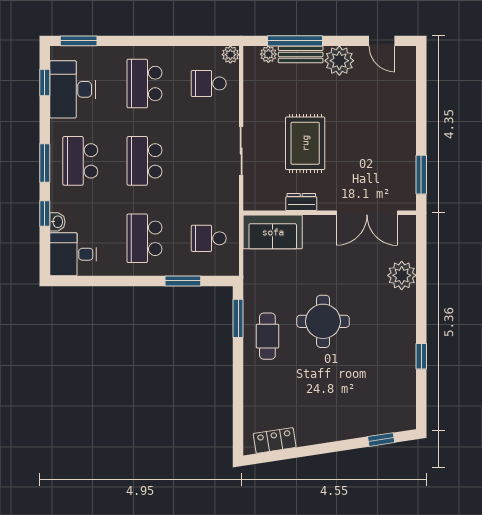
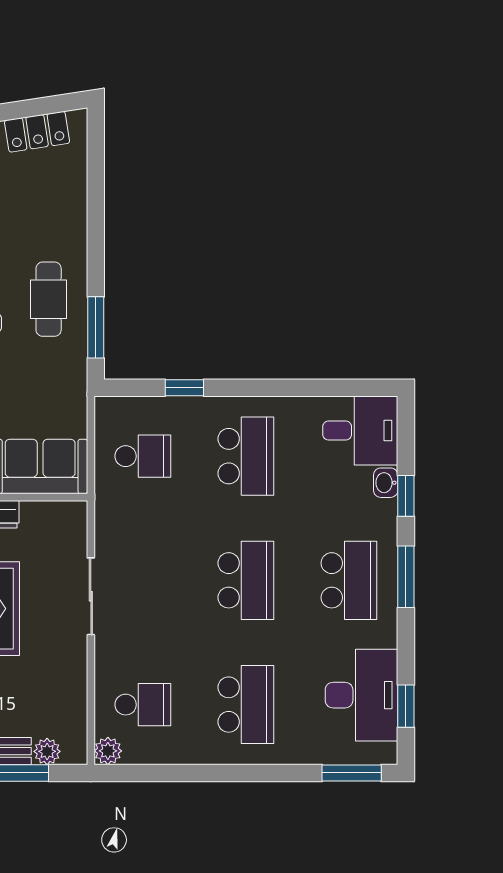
window: (183, 281) -> (184, 388), width x0.67

